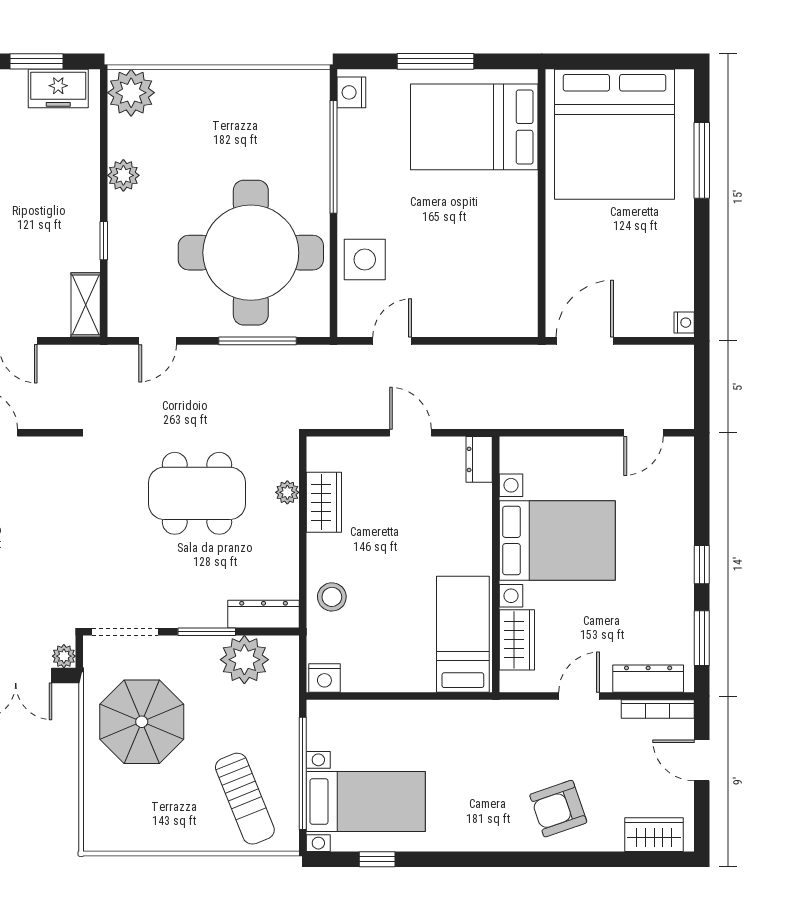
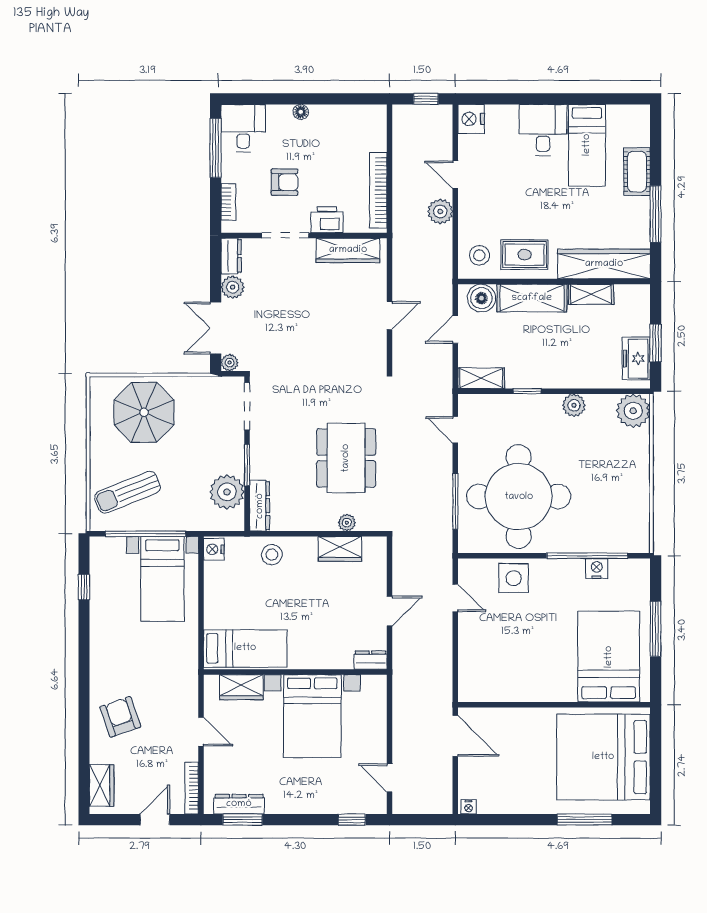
nightstand: (351, 92) -> (597, 569), moved
window: (702, 565) -> (352, 820), moved
dresser: (648, 679) -> (239, 804), moved, turned -90
parasol: (142, 722) -> (144, 412), moved
bed with nightstands: (366, 801) -> (162, 579), moved

